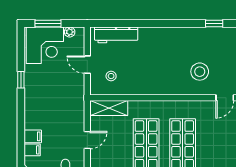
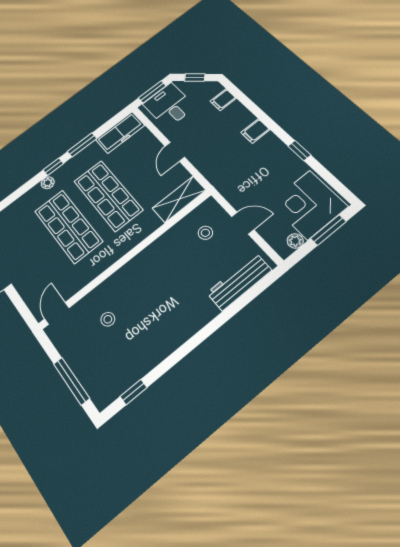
stool: (200, 72) -> (108, 319), width x0.53, depth x0.53
filing cabinet: (33, 136) -> (255, 131), moved

